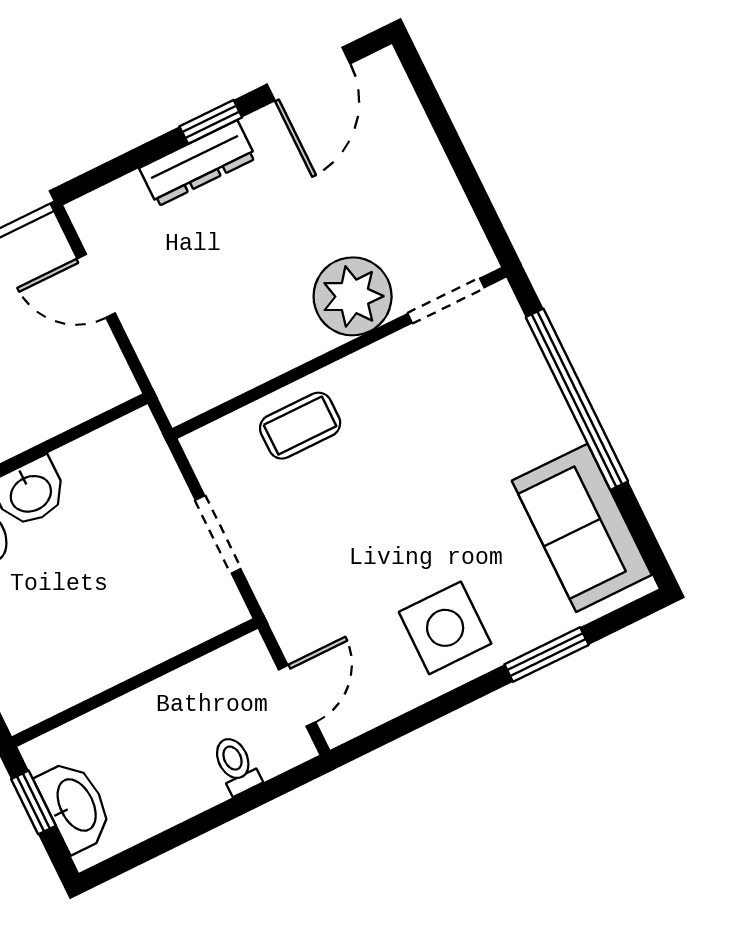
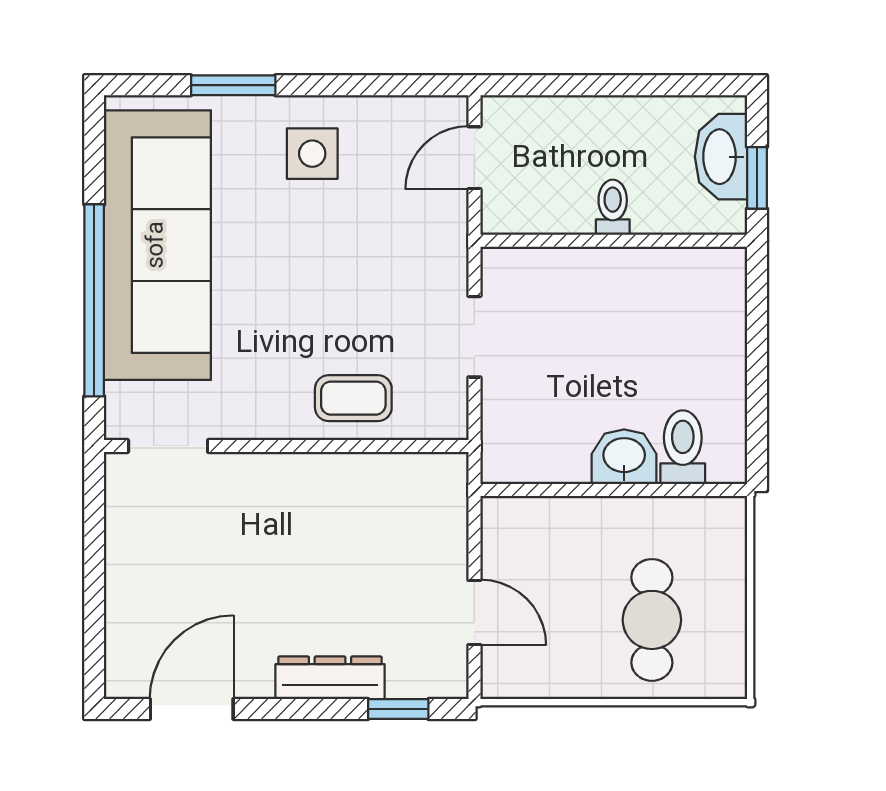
window: (211, 122) -> (398, 709), moved
plant: (353, 296) -> (250, 491), removed
sofa: (582, 528) -> (157, 245), width x1.85, depth x1.27
side table: (445, 628) -> (312, 154), width x0.73, depth x0.73
toilet: (236, 765) -> (613, 207), moved, turned 180

